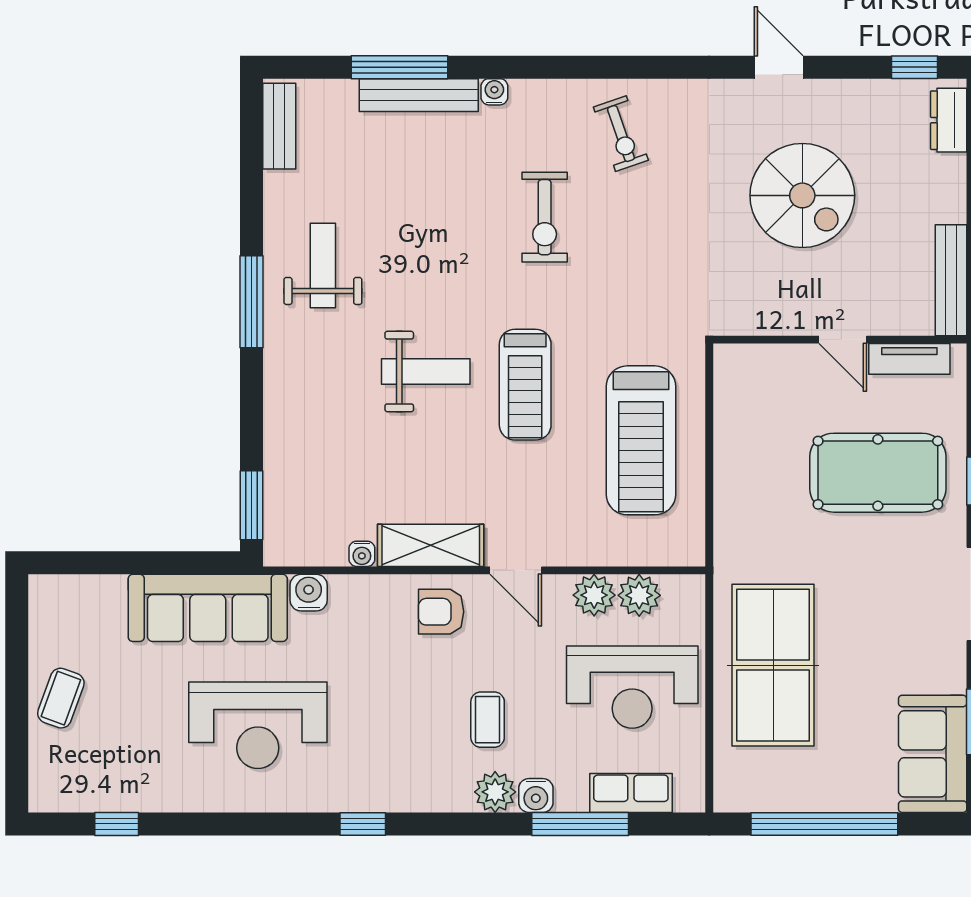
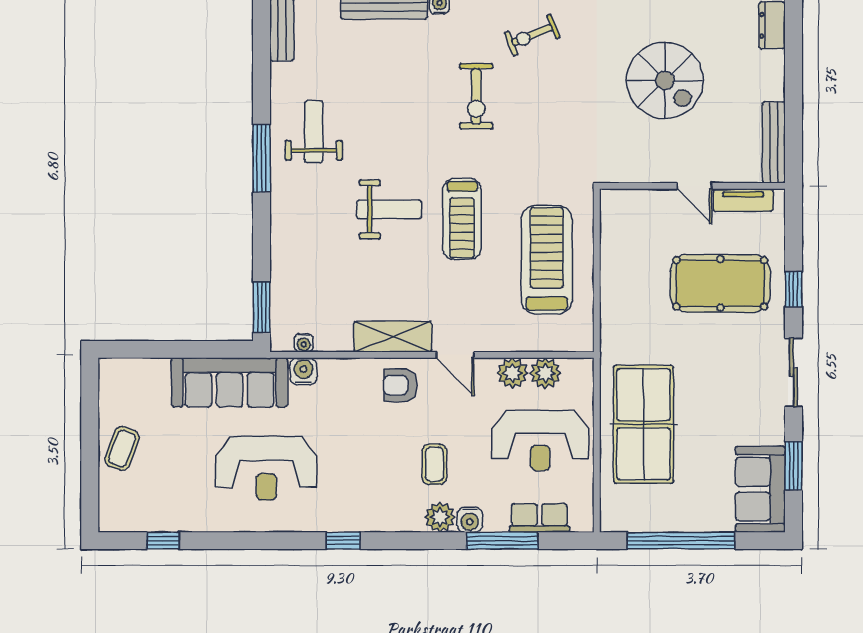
exercise bike: (621, 134) -> (532, 35), turned 87
treadmill: (641, 440) -> (547, 260), turned 180
water cooler: (362, 554) -> (304, 343), moved

